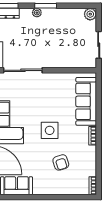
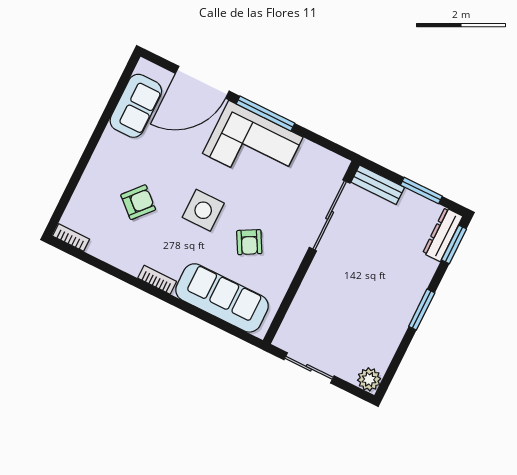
plant: (37, 13) -> (417, 289), removed
armchair: (54, 102) -> (249, 242), added
armchair: (61, 162) -> (138, 202), turned 150

